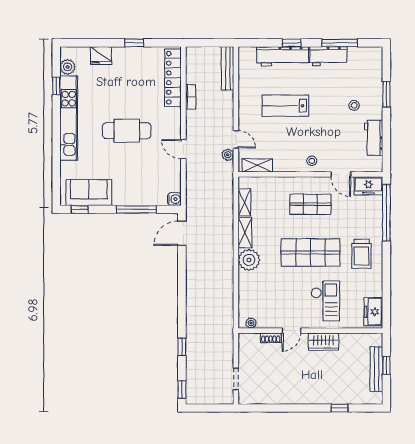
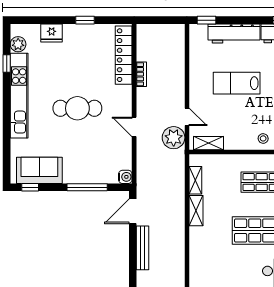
window: (292, 43) -> (207, 20), moved
bench: (228, 68) -> (143, 248), moved
plant: (228, 155) -> (174, 138), width x1.87, depth x1.87
plant: (249, 260) -> (200, 238), removed

